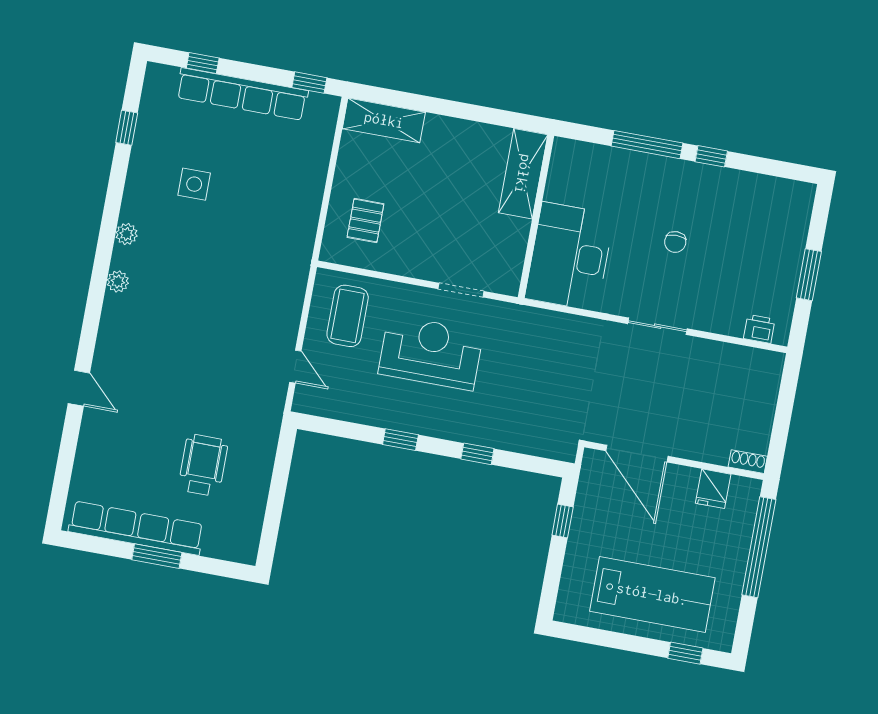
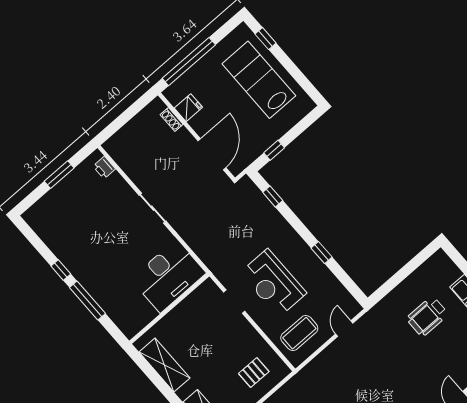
shelving: (523, 174) -> (164, 365), moved, turned 90
chair: (675, 242) -> (111, 242), removed
window: (477, 454) -> (273, 196), moved
shoe rack: (748, 462) -> (172, 119), moved

